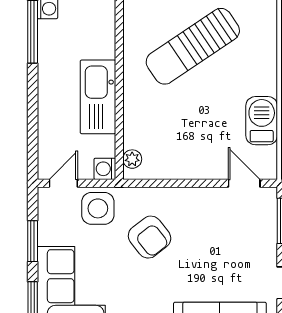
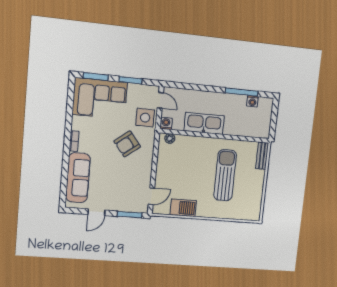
sun lounger: (193, 46) -> (225, 175), turned 34

